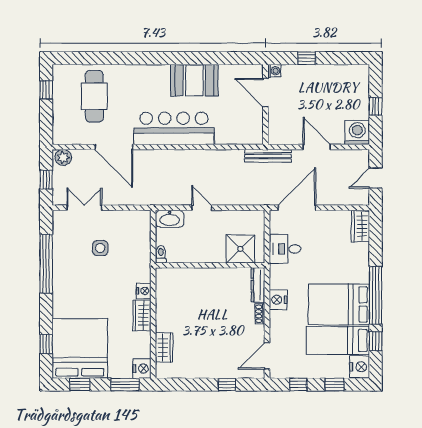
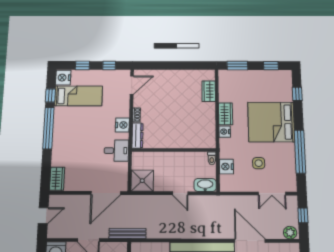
shower: (240, 249) -> (142, 181), moved
desk: (285, 249) -> (116, 151), moved
bed: (339, 304) -> (76, 121), removed
bed: (80, 348) -> (271, 122), moved, turned 90
nightstand: (142, 369) -> (226, 167), moved
window: (227, 385) -> (162, 65), removed

